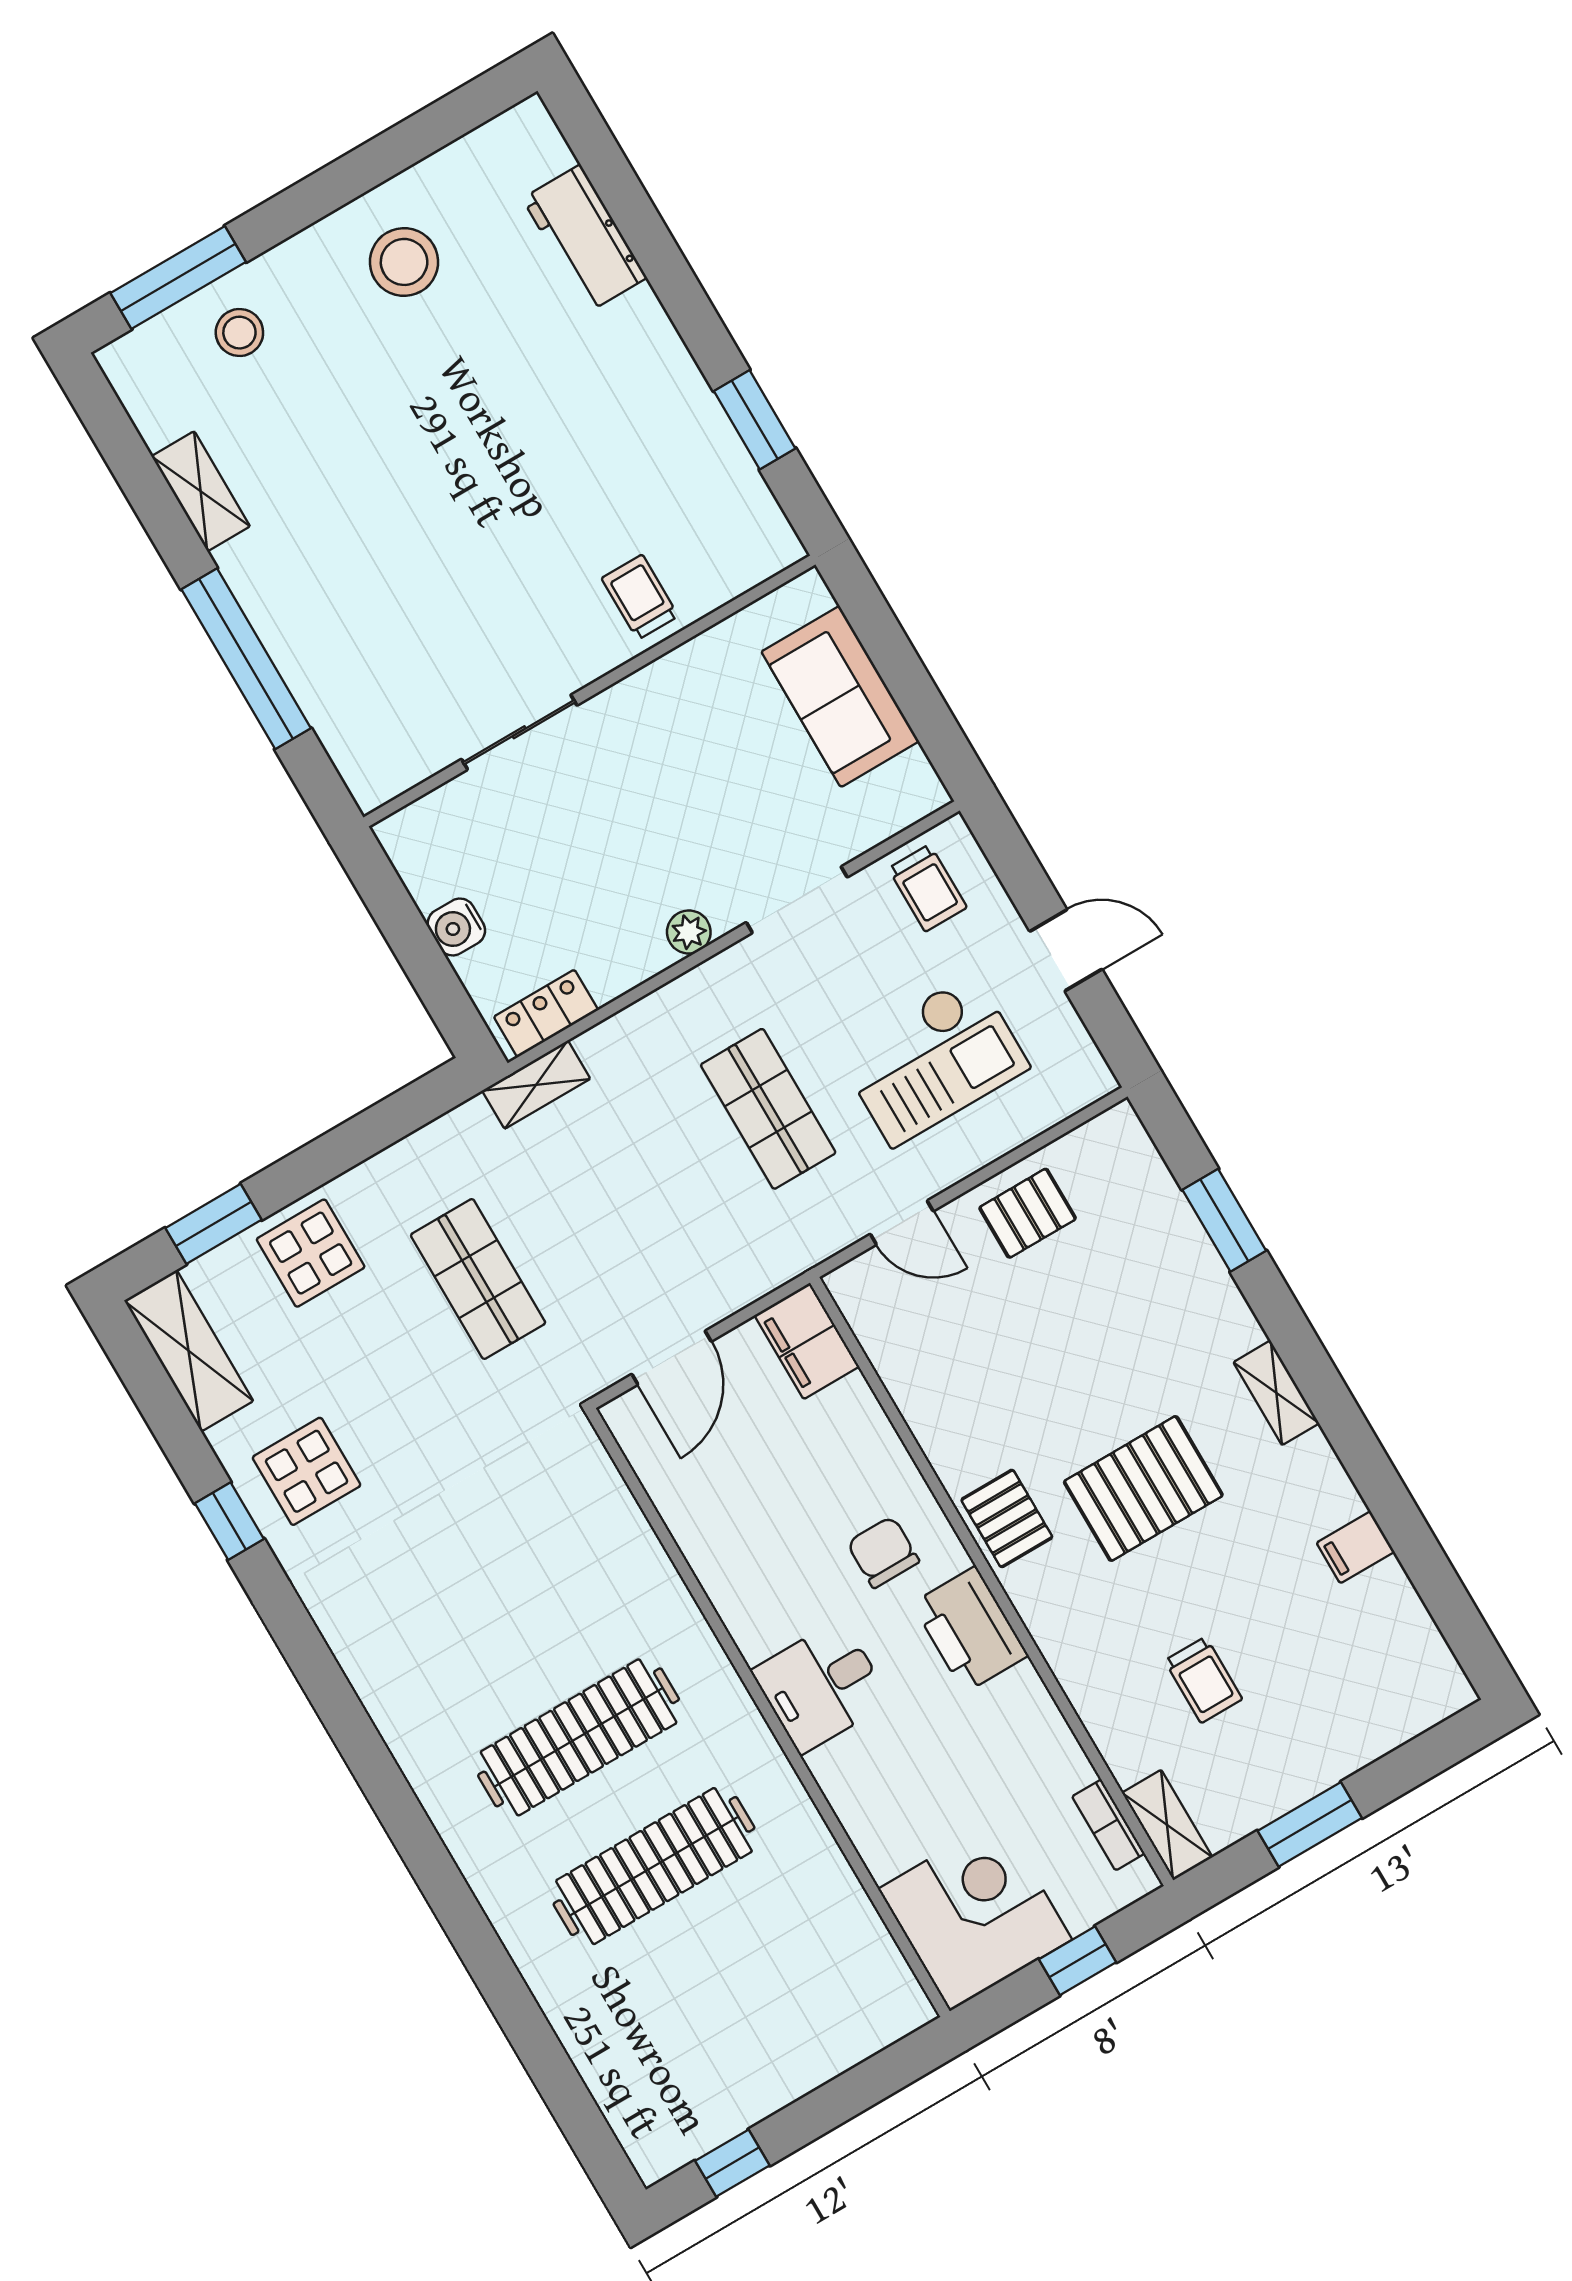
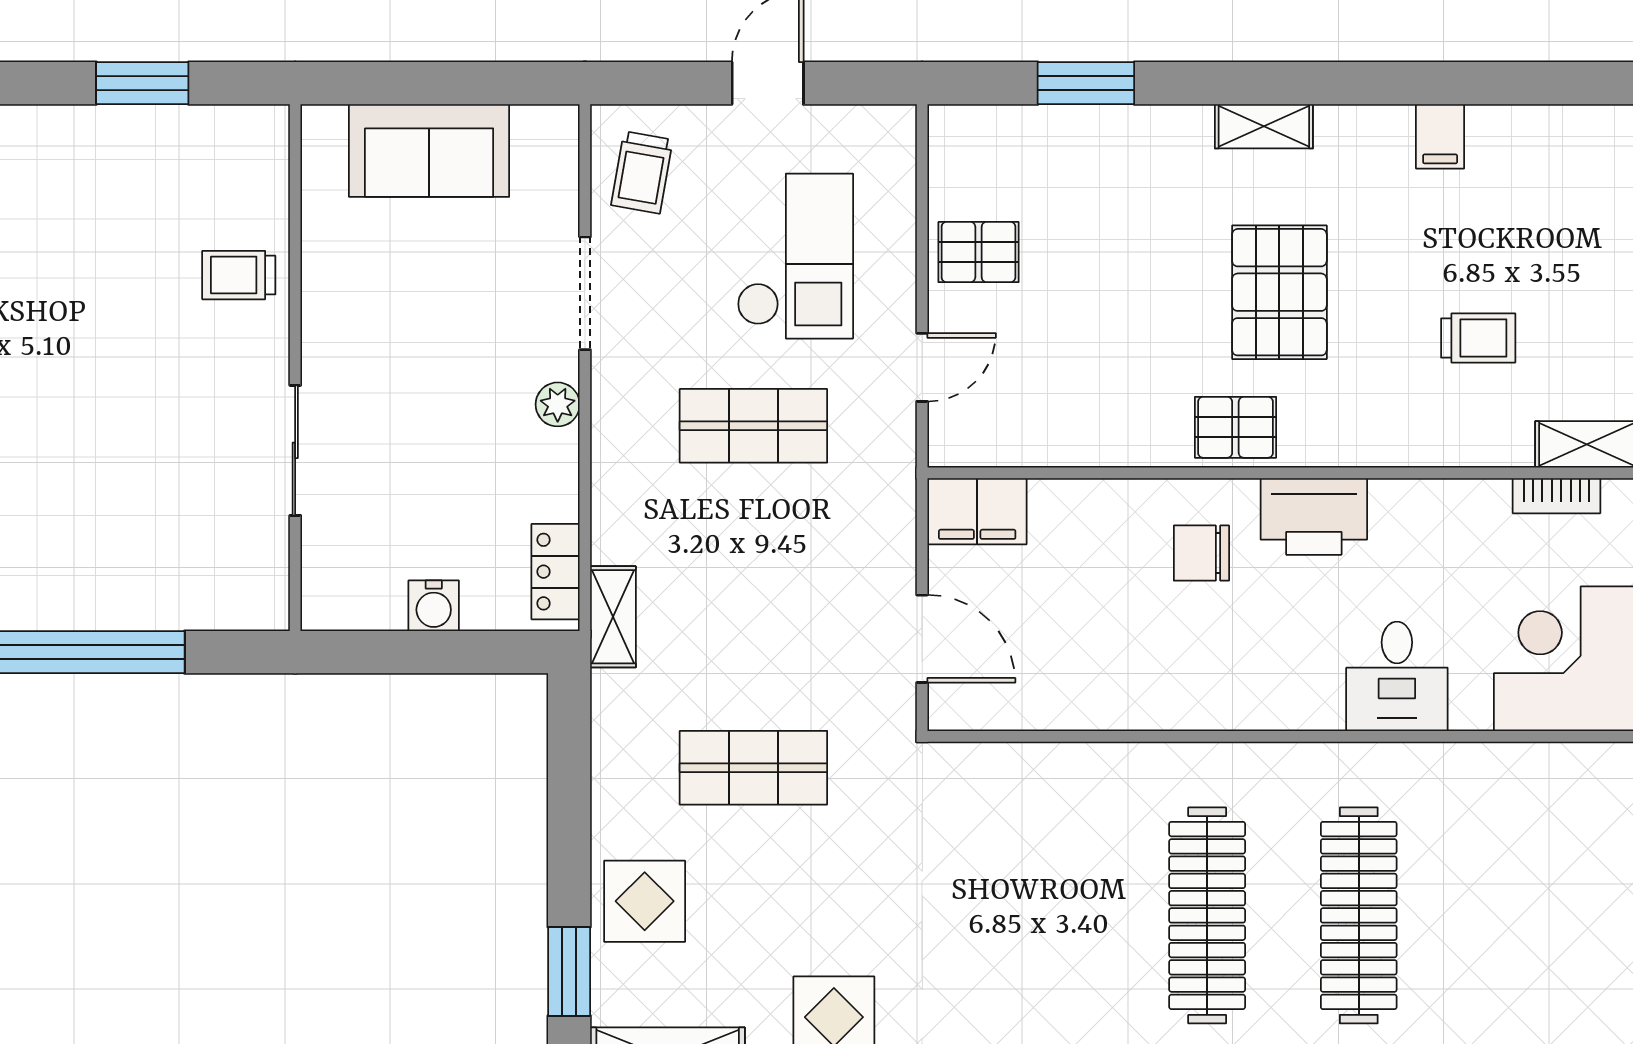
trolley: (928, 888) -> (642, 172), turned 100
pallet: (1028, 1213) -> (978, 252), turned 90
desk: (821, 1686) -> (1397, 676), moved

